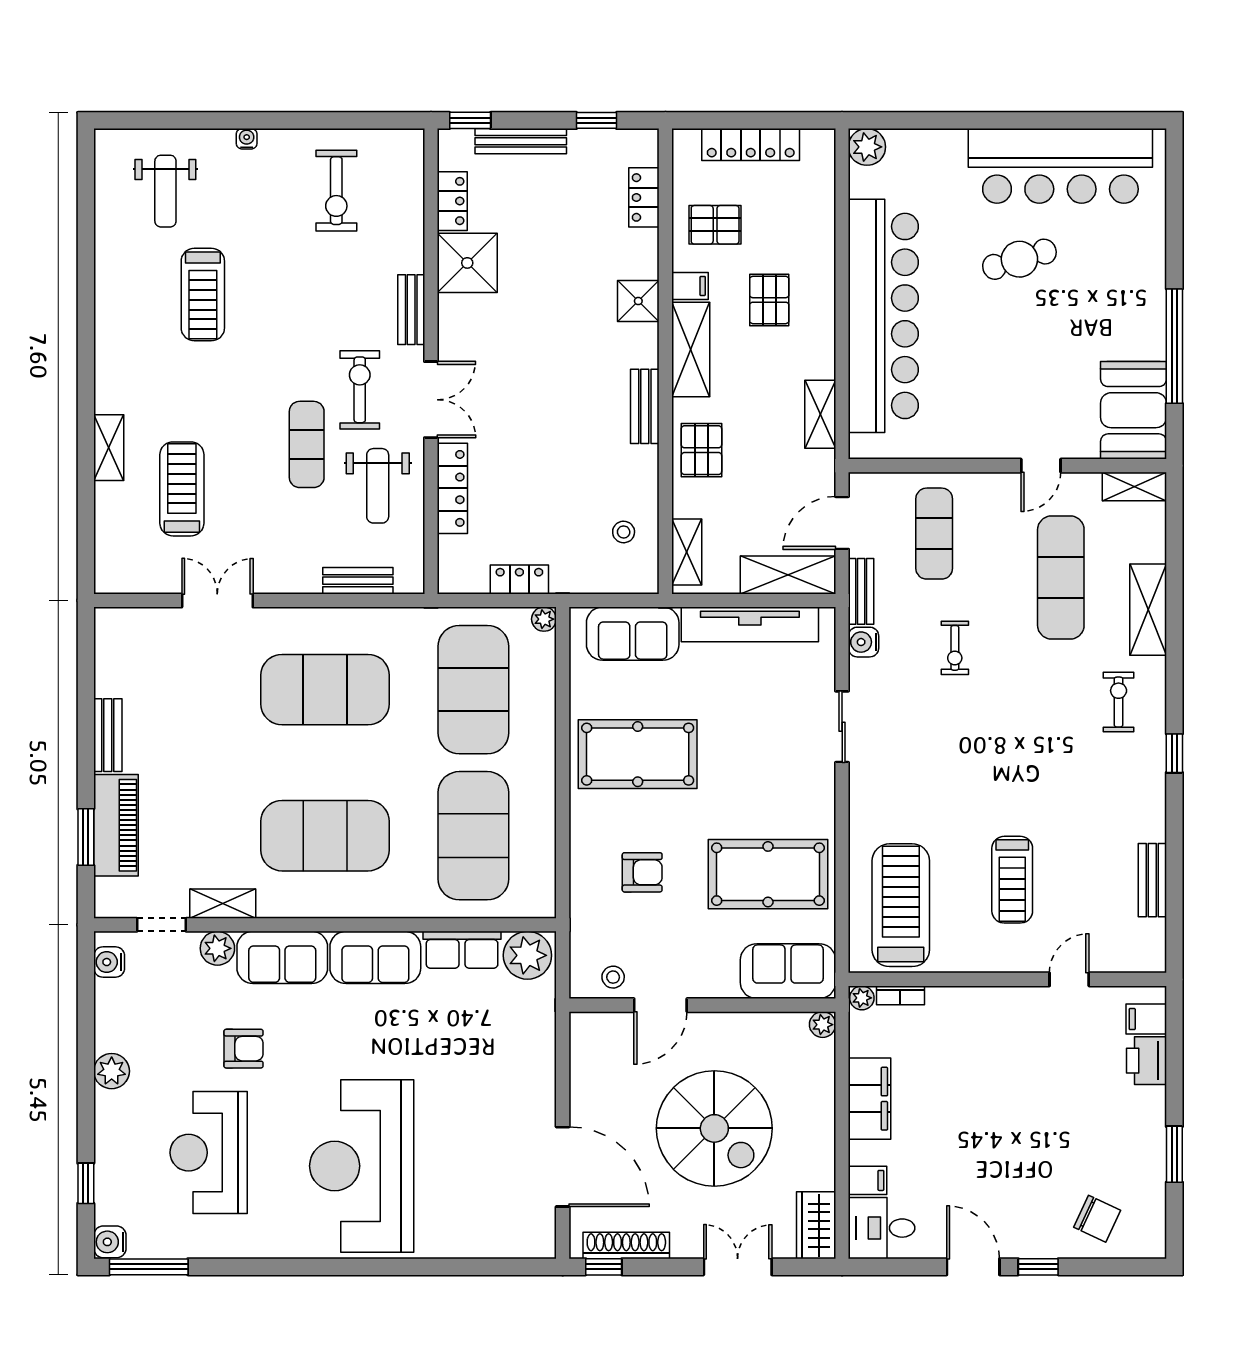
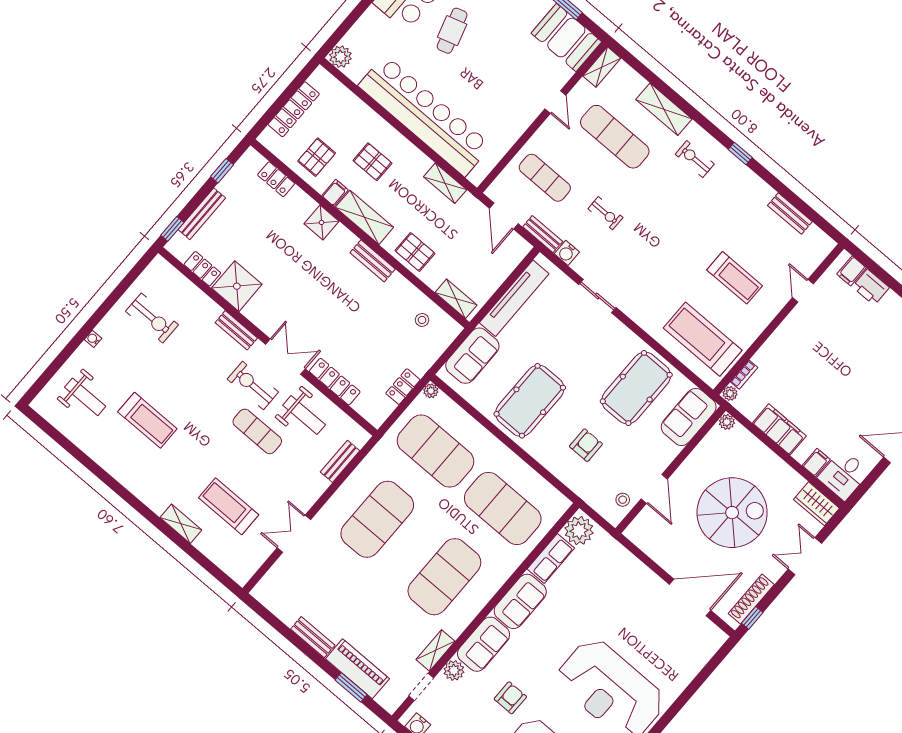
shelving: (788, 575) -> (506, 261), removed

